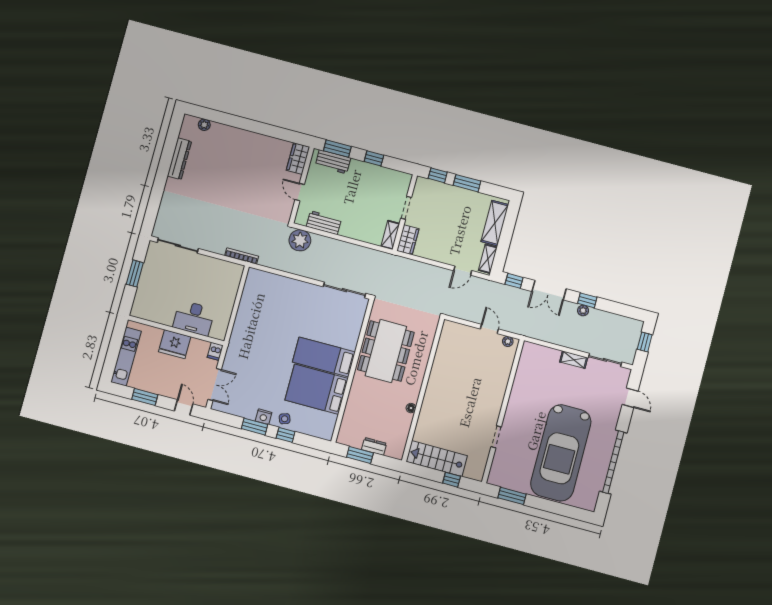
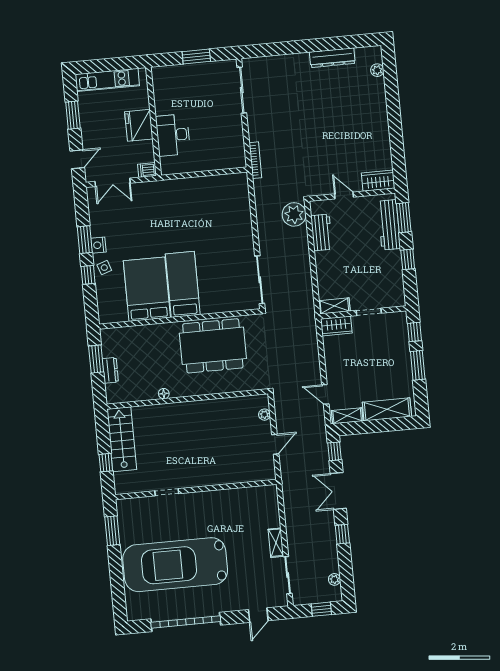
workbench: (333, 162) -> (389, 225), width x1.38
door: (300, 192) -> (344, 195), hinge flipped
plant: (583, 311) -> (335, 579), moved
plant: (508, 341) -> (264, 415), moved

